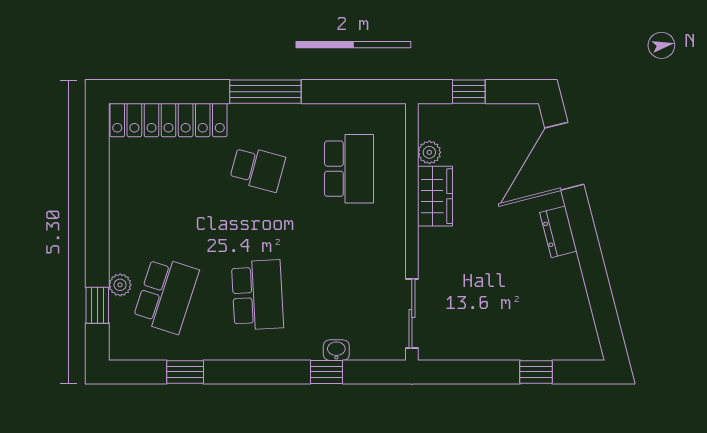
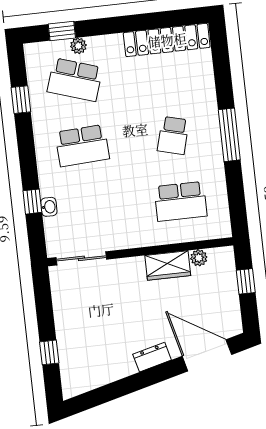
locker: (169, 120) -> (167, 40), moved, turned -90

